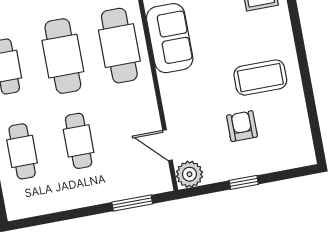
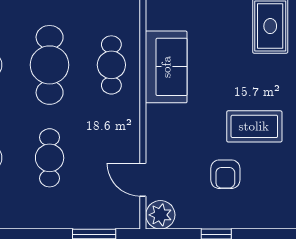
cafe table: (119, 46) -> (111, 65), width x0.73, depth x0.74
armchair: (242, 126) -> (225, 174), turned 180

